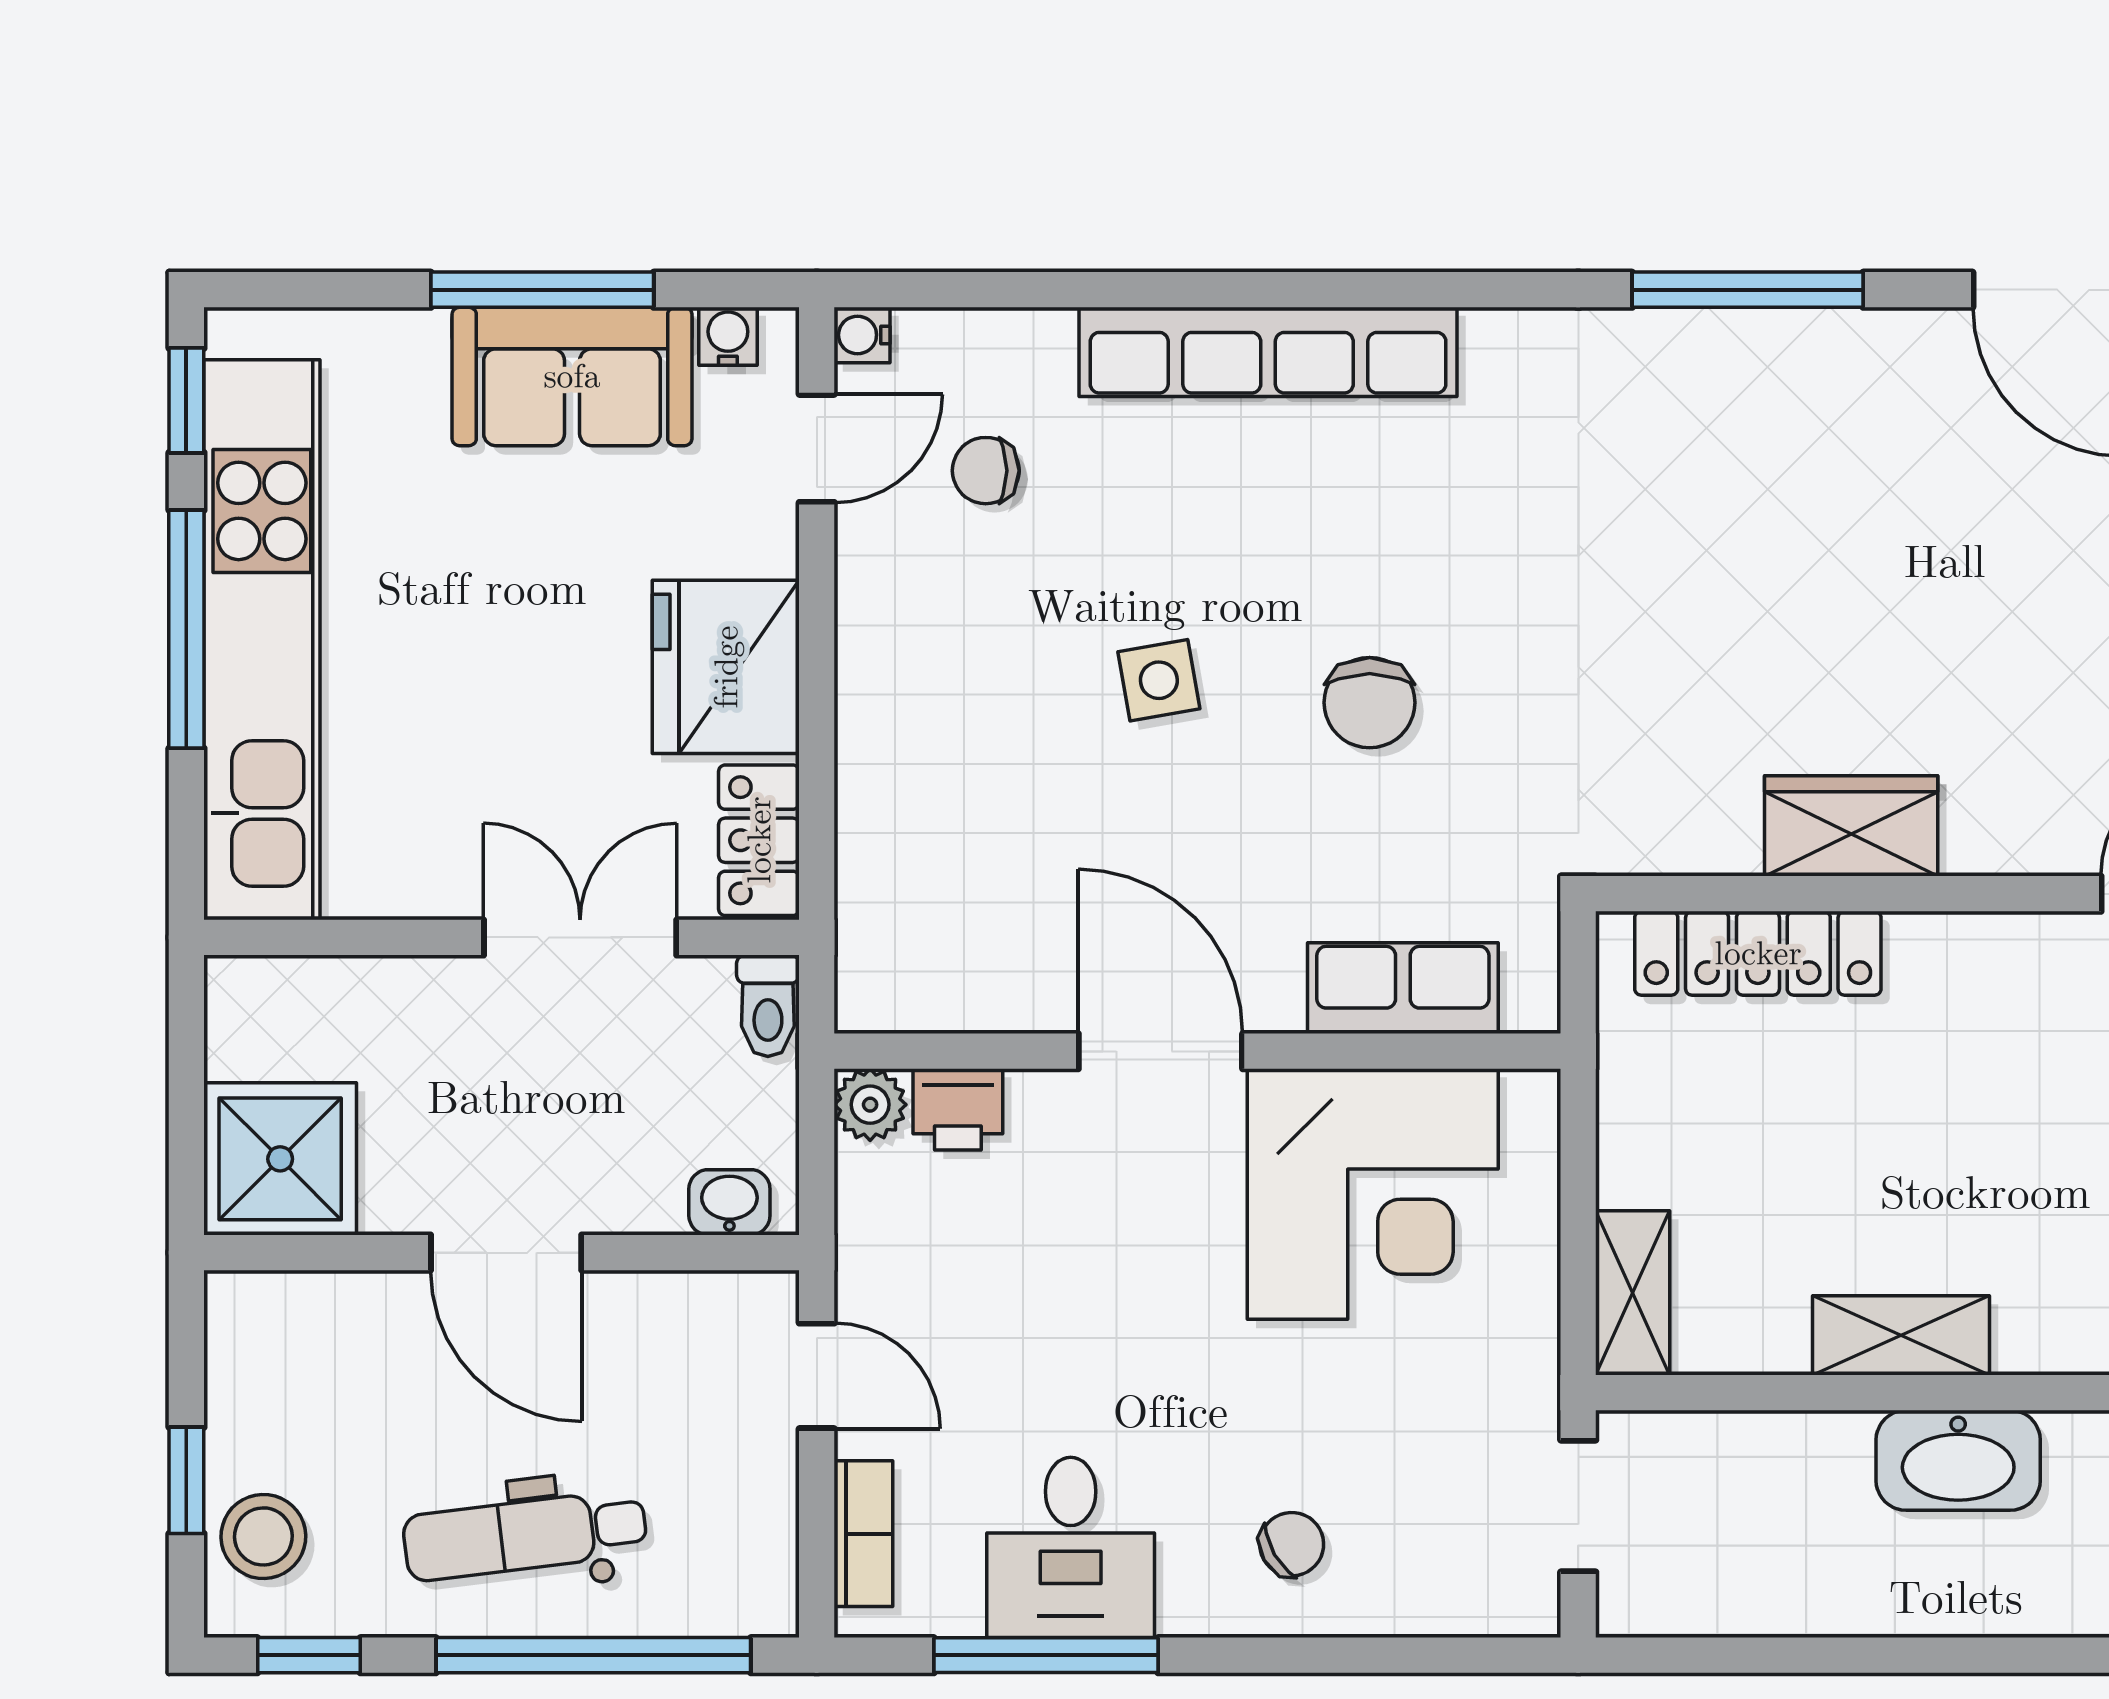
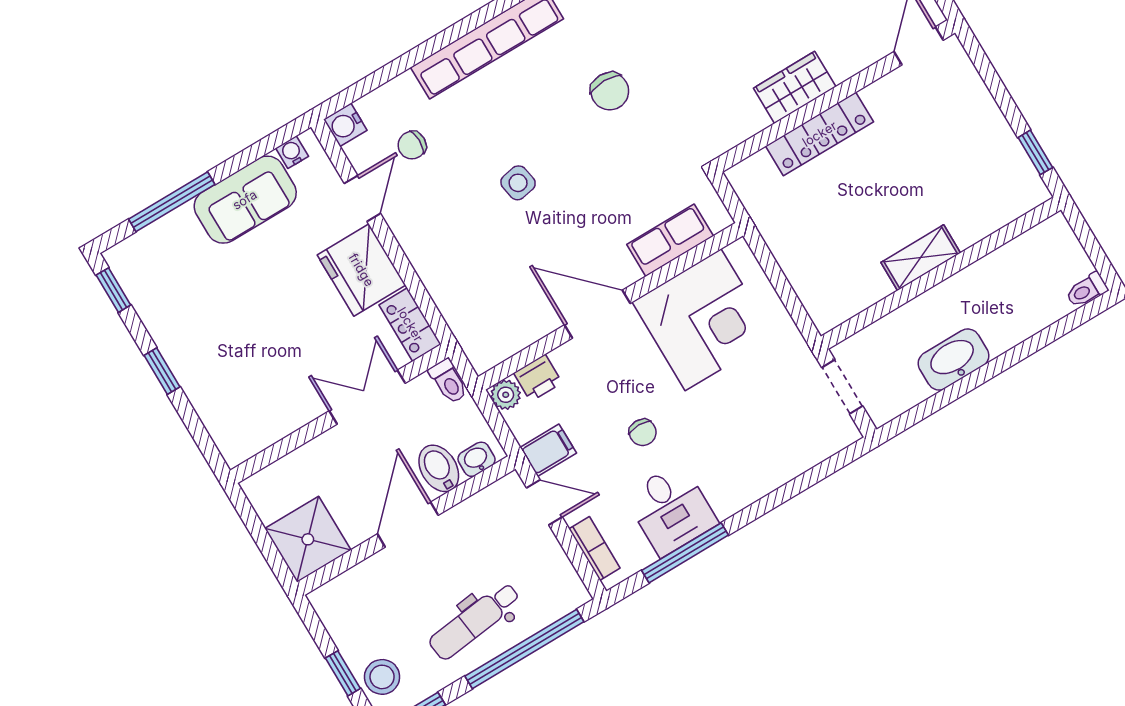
window: (542, 290) -> (172, 202), moved
water cooler: (862, 335) -> (345, 125), width x1.38, depth x1.38
door: (817, 448) -> (362, 198), moved
window: (186, 629) -> (162, 371), width x0.46
kitchen unit: (262, 640) -> (191, 359), removed
chair: (1370, 703) -> (610, 91), moved
locker: (1758, 953) -> (820, 134), moved
bidet: (640, 1174) -> (439, 468), added
door: (506, 1253) -> (408, 525), swing flipped
filing cabinet: (889, 1272) -> (548, 450), added
shelving: (1633, 1293) -> (816, 300), removed
washbasin: (1958, 1460) -> (954, 360), moved, turned 180
chair: (1292, 1544) -> (643, 432), moved, turned 120

